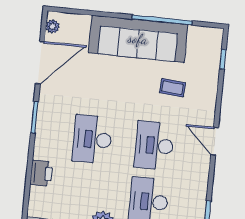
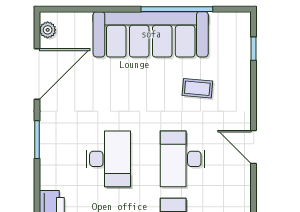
desk: (92, 139) -> (108, 159), turned 180

